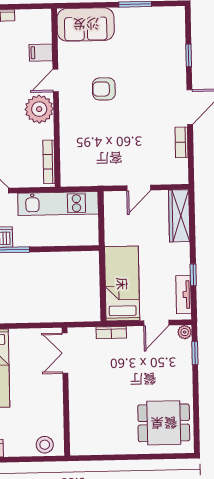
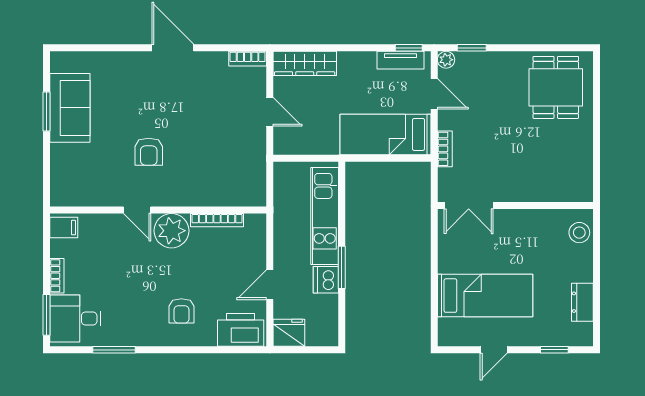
sofa: (86, 24) -> (70, 108), moved
filing cabinet: (41, 53) -> (64, 228), moved, turned -90
window: (189, 55) -> (110, 48), removed
bookcase: (182, 142) -> (248, 59), moved
bookcase: (49, 162) -> (217, 220), moved
kitchen unit: (58, 204) -> (325, 216), moved, turned 180
window: (193, 275) -> (409, 48), moved

